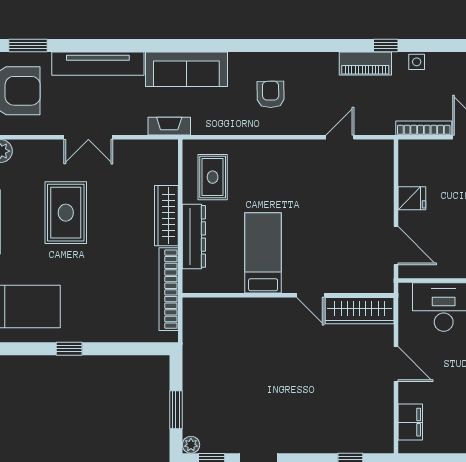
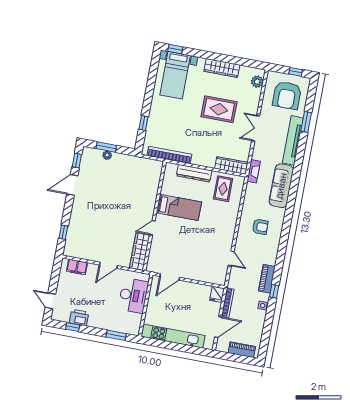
window: (28, 46) -> (306, 122), moved
rug: (213, 177) -> (223, 189), turned 90
fridge: (412, 198) -> (217, 294), moved
wardrobe: (166, 216) -> (231, 166), moved
window: (69, 349) -> (143, 123), moved
plant: (191, 445) -> (107, 155), moved

